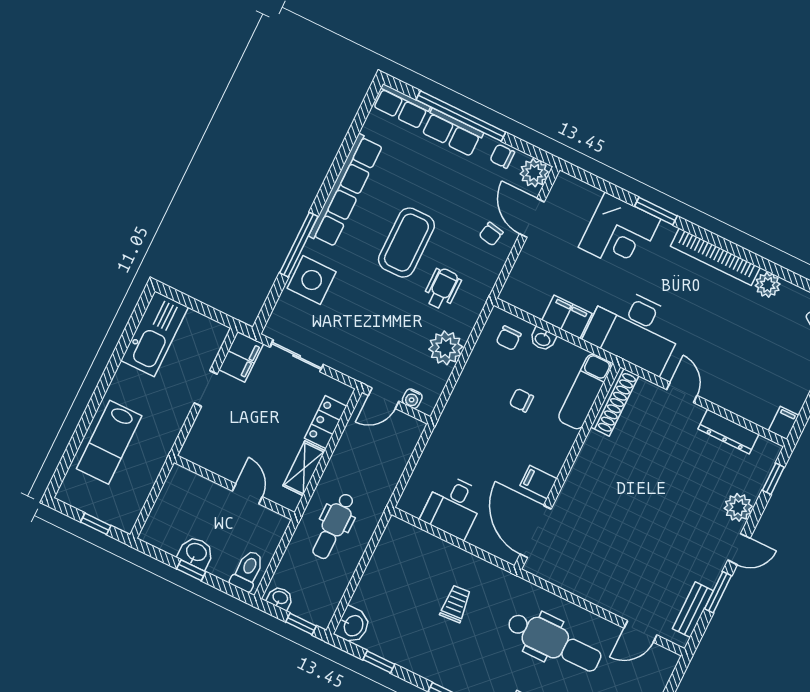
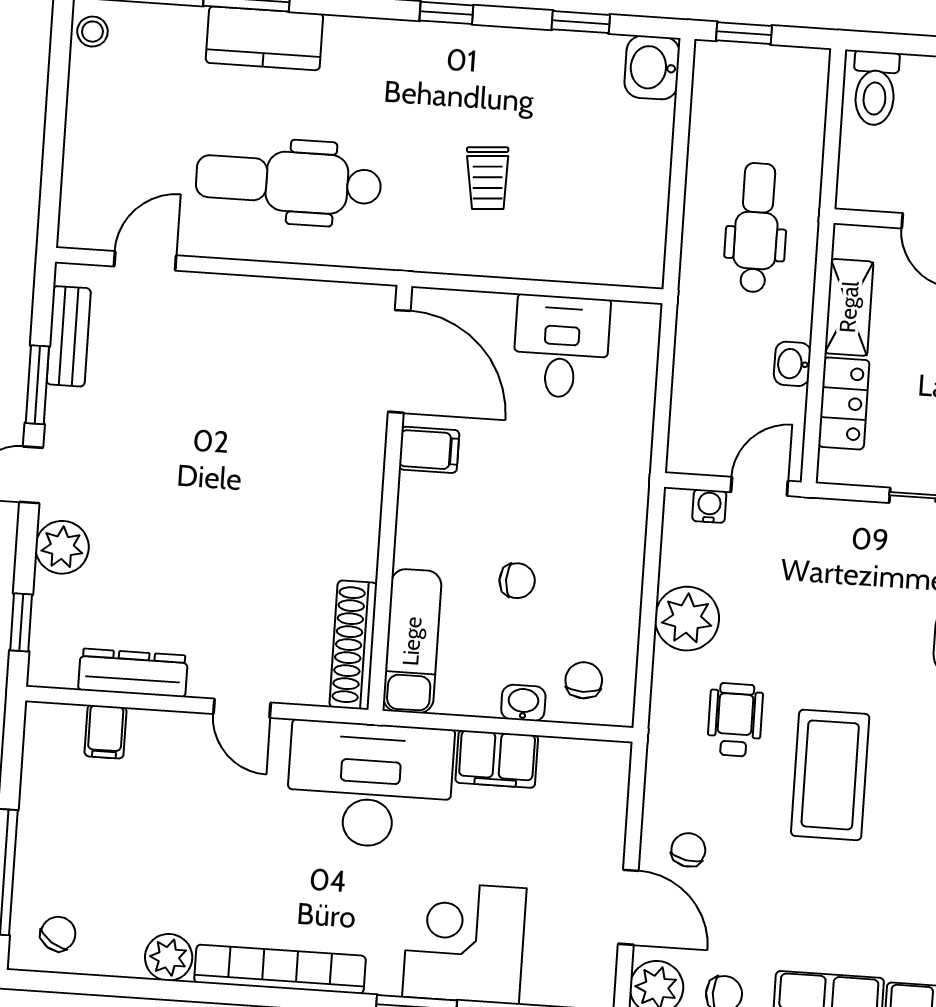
wheelchair: (442, 289) -> (735, 720), turned 180
filing cabinet: (784, 423) -> (105, 732), moved
washbasin: (280, 598) -> (792, 364), moved, turned 90

